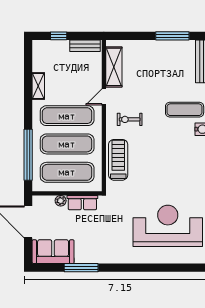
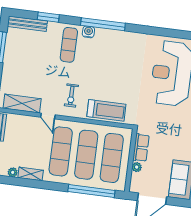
plant: (38, 66) -> (13, 172), added
treadmill: (118, 160) -> (106, 110), turned 180

